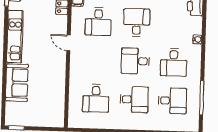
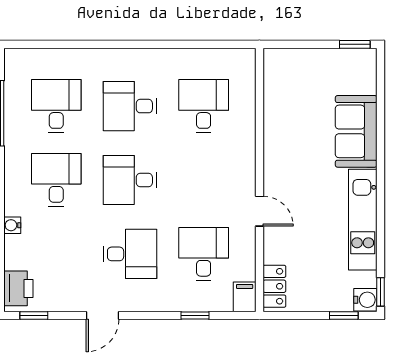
desk: (137, 23) -> (130, 254), turned -90
desk: (135, 61) -> (130, 180), turned 180
desk: (172, 101) -> (56, 106), turned 90

